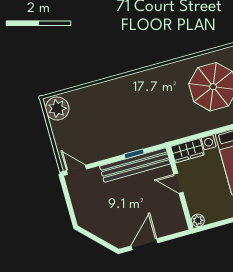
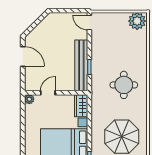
round table: (145, 103) -> (124, 85), added
door: (76, 170) -> (89, 23), swing flipped
door: (178, 183) -> (48, 93), moved

